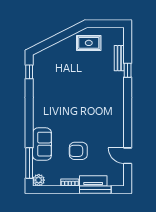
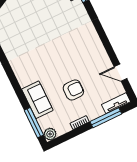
armchair: (78, 151) -> (73, 90), turned 180
tv unit: (93, 181) -> (116, 103), moved

